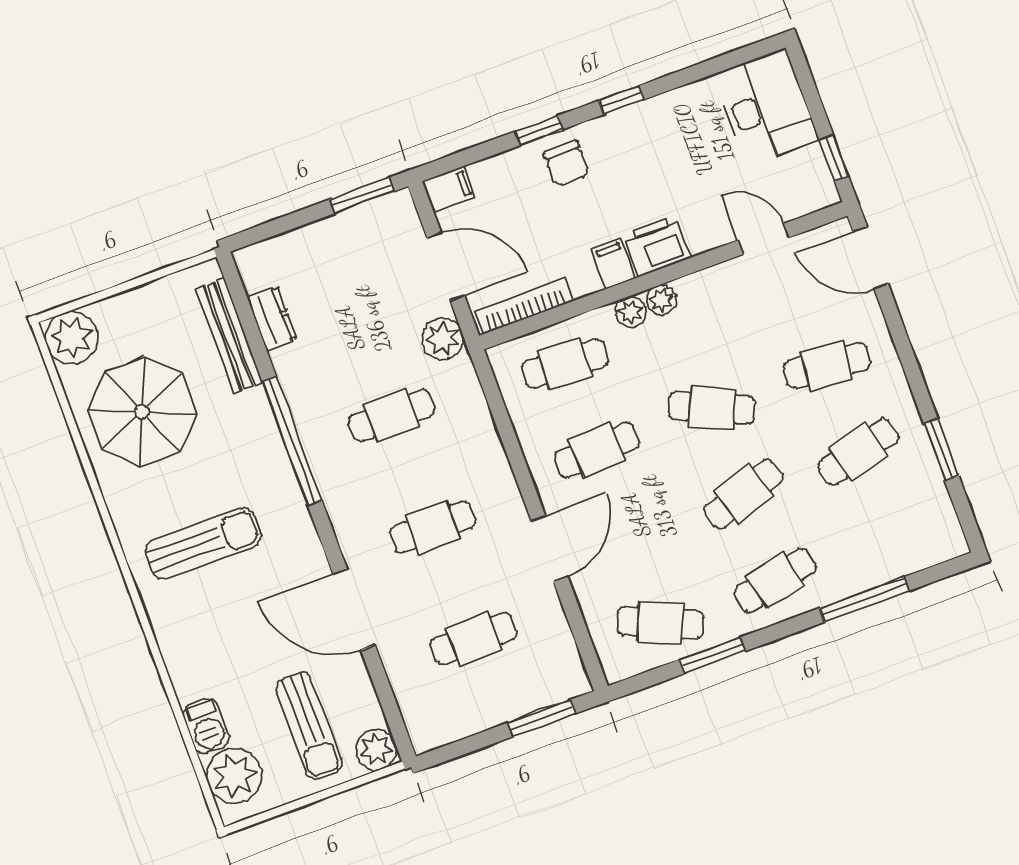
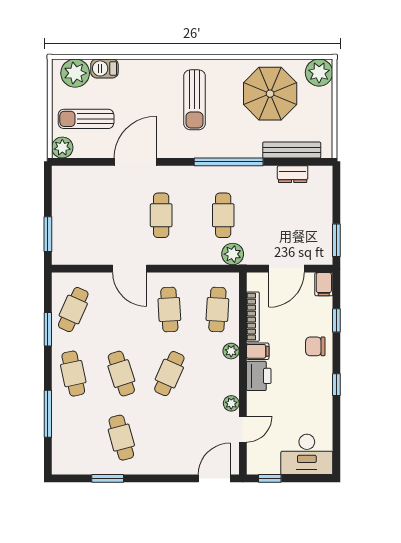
window: (539, 130) -> (336, 320), moved
plant: (661, 300) -> (231, 403), moved
bookcase: (524, 306) -> (253, 317), moved
plant: (443, 339) -> (233, 254), moved
cafe table: (827, 365) -> (169, 438), removed
cafe table: (474, 639) -> (99, 215), removed

